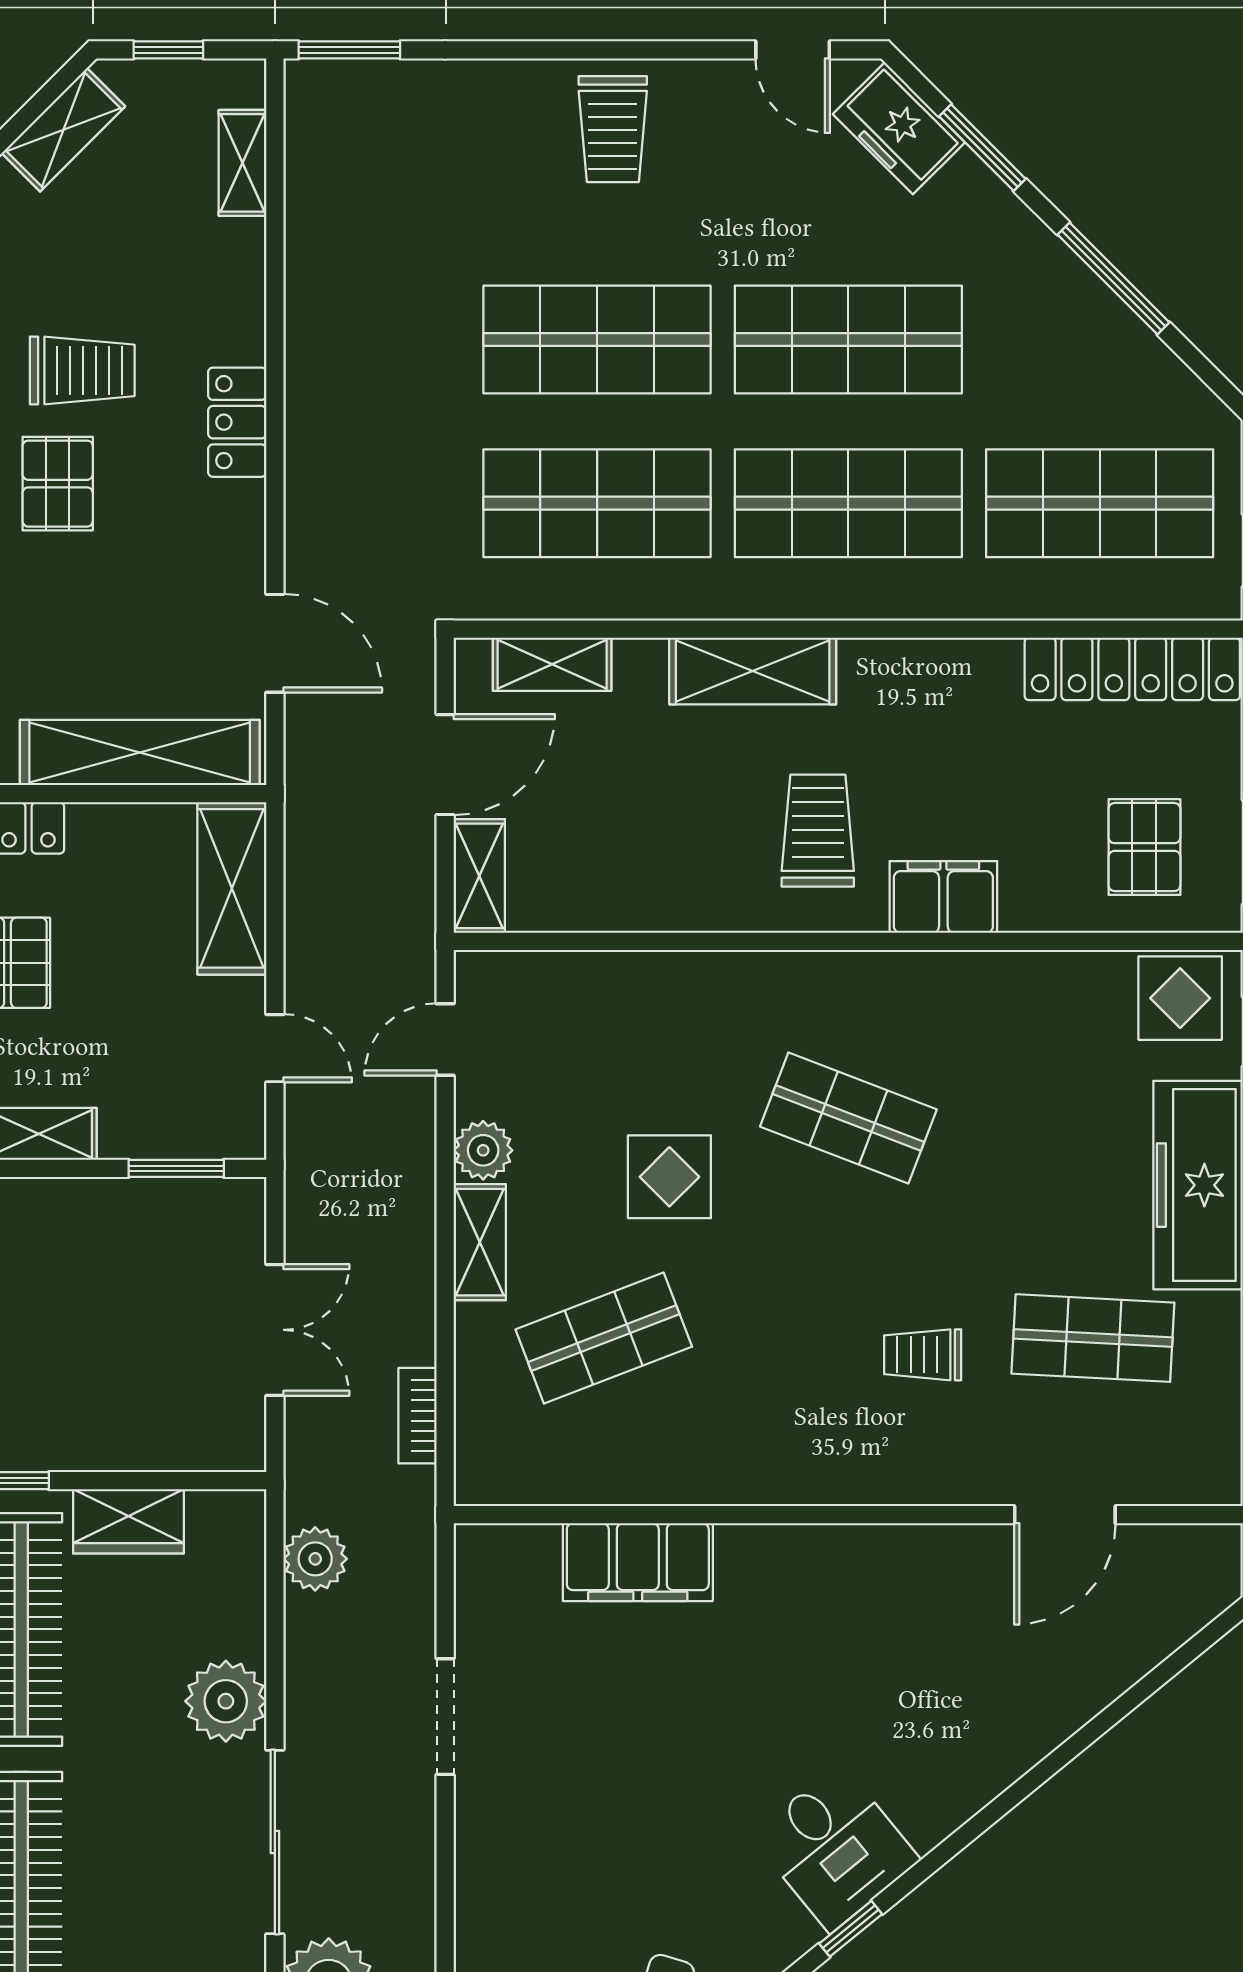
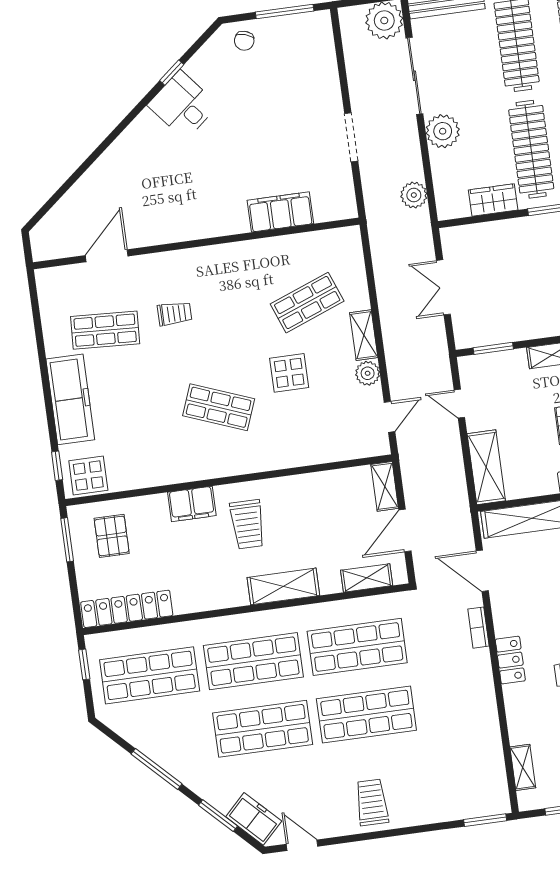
bookcase: (418, 1416) -> (478, 628), moved, turned 180

